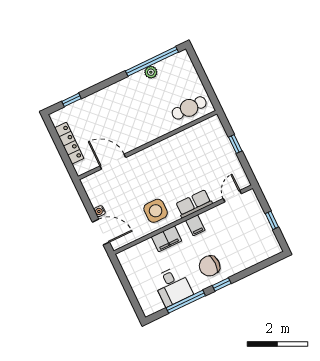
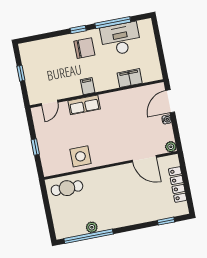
plant: (87, 182) -> (171, 147), added
side table: (156, 211) -> (80, 156), moved
door: (101, 232) -> (170, 101), hinge flipped
filing cabinet: (166, 239) -> (130, 78), moved
desk: (173, 286) -> (121, 39), width x1.37

